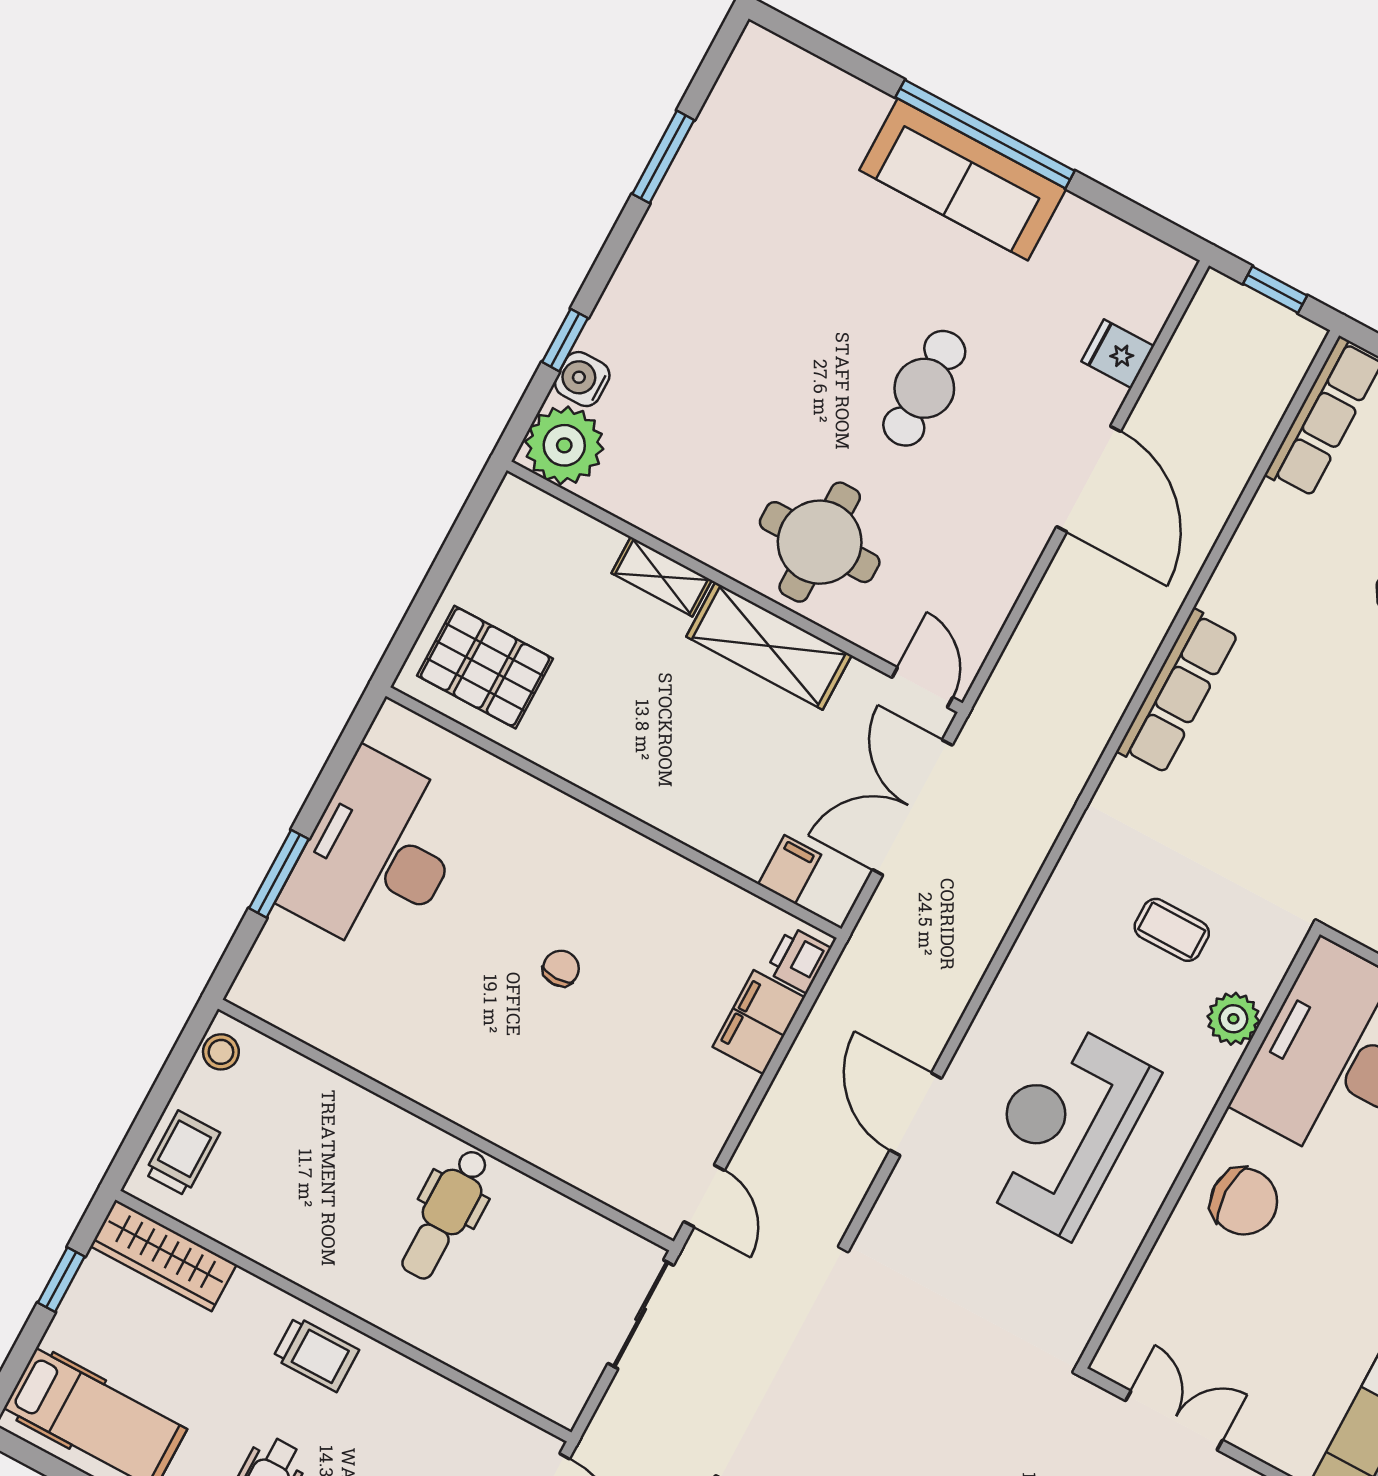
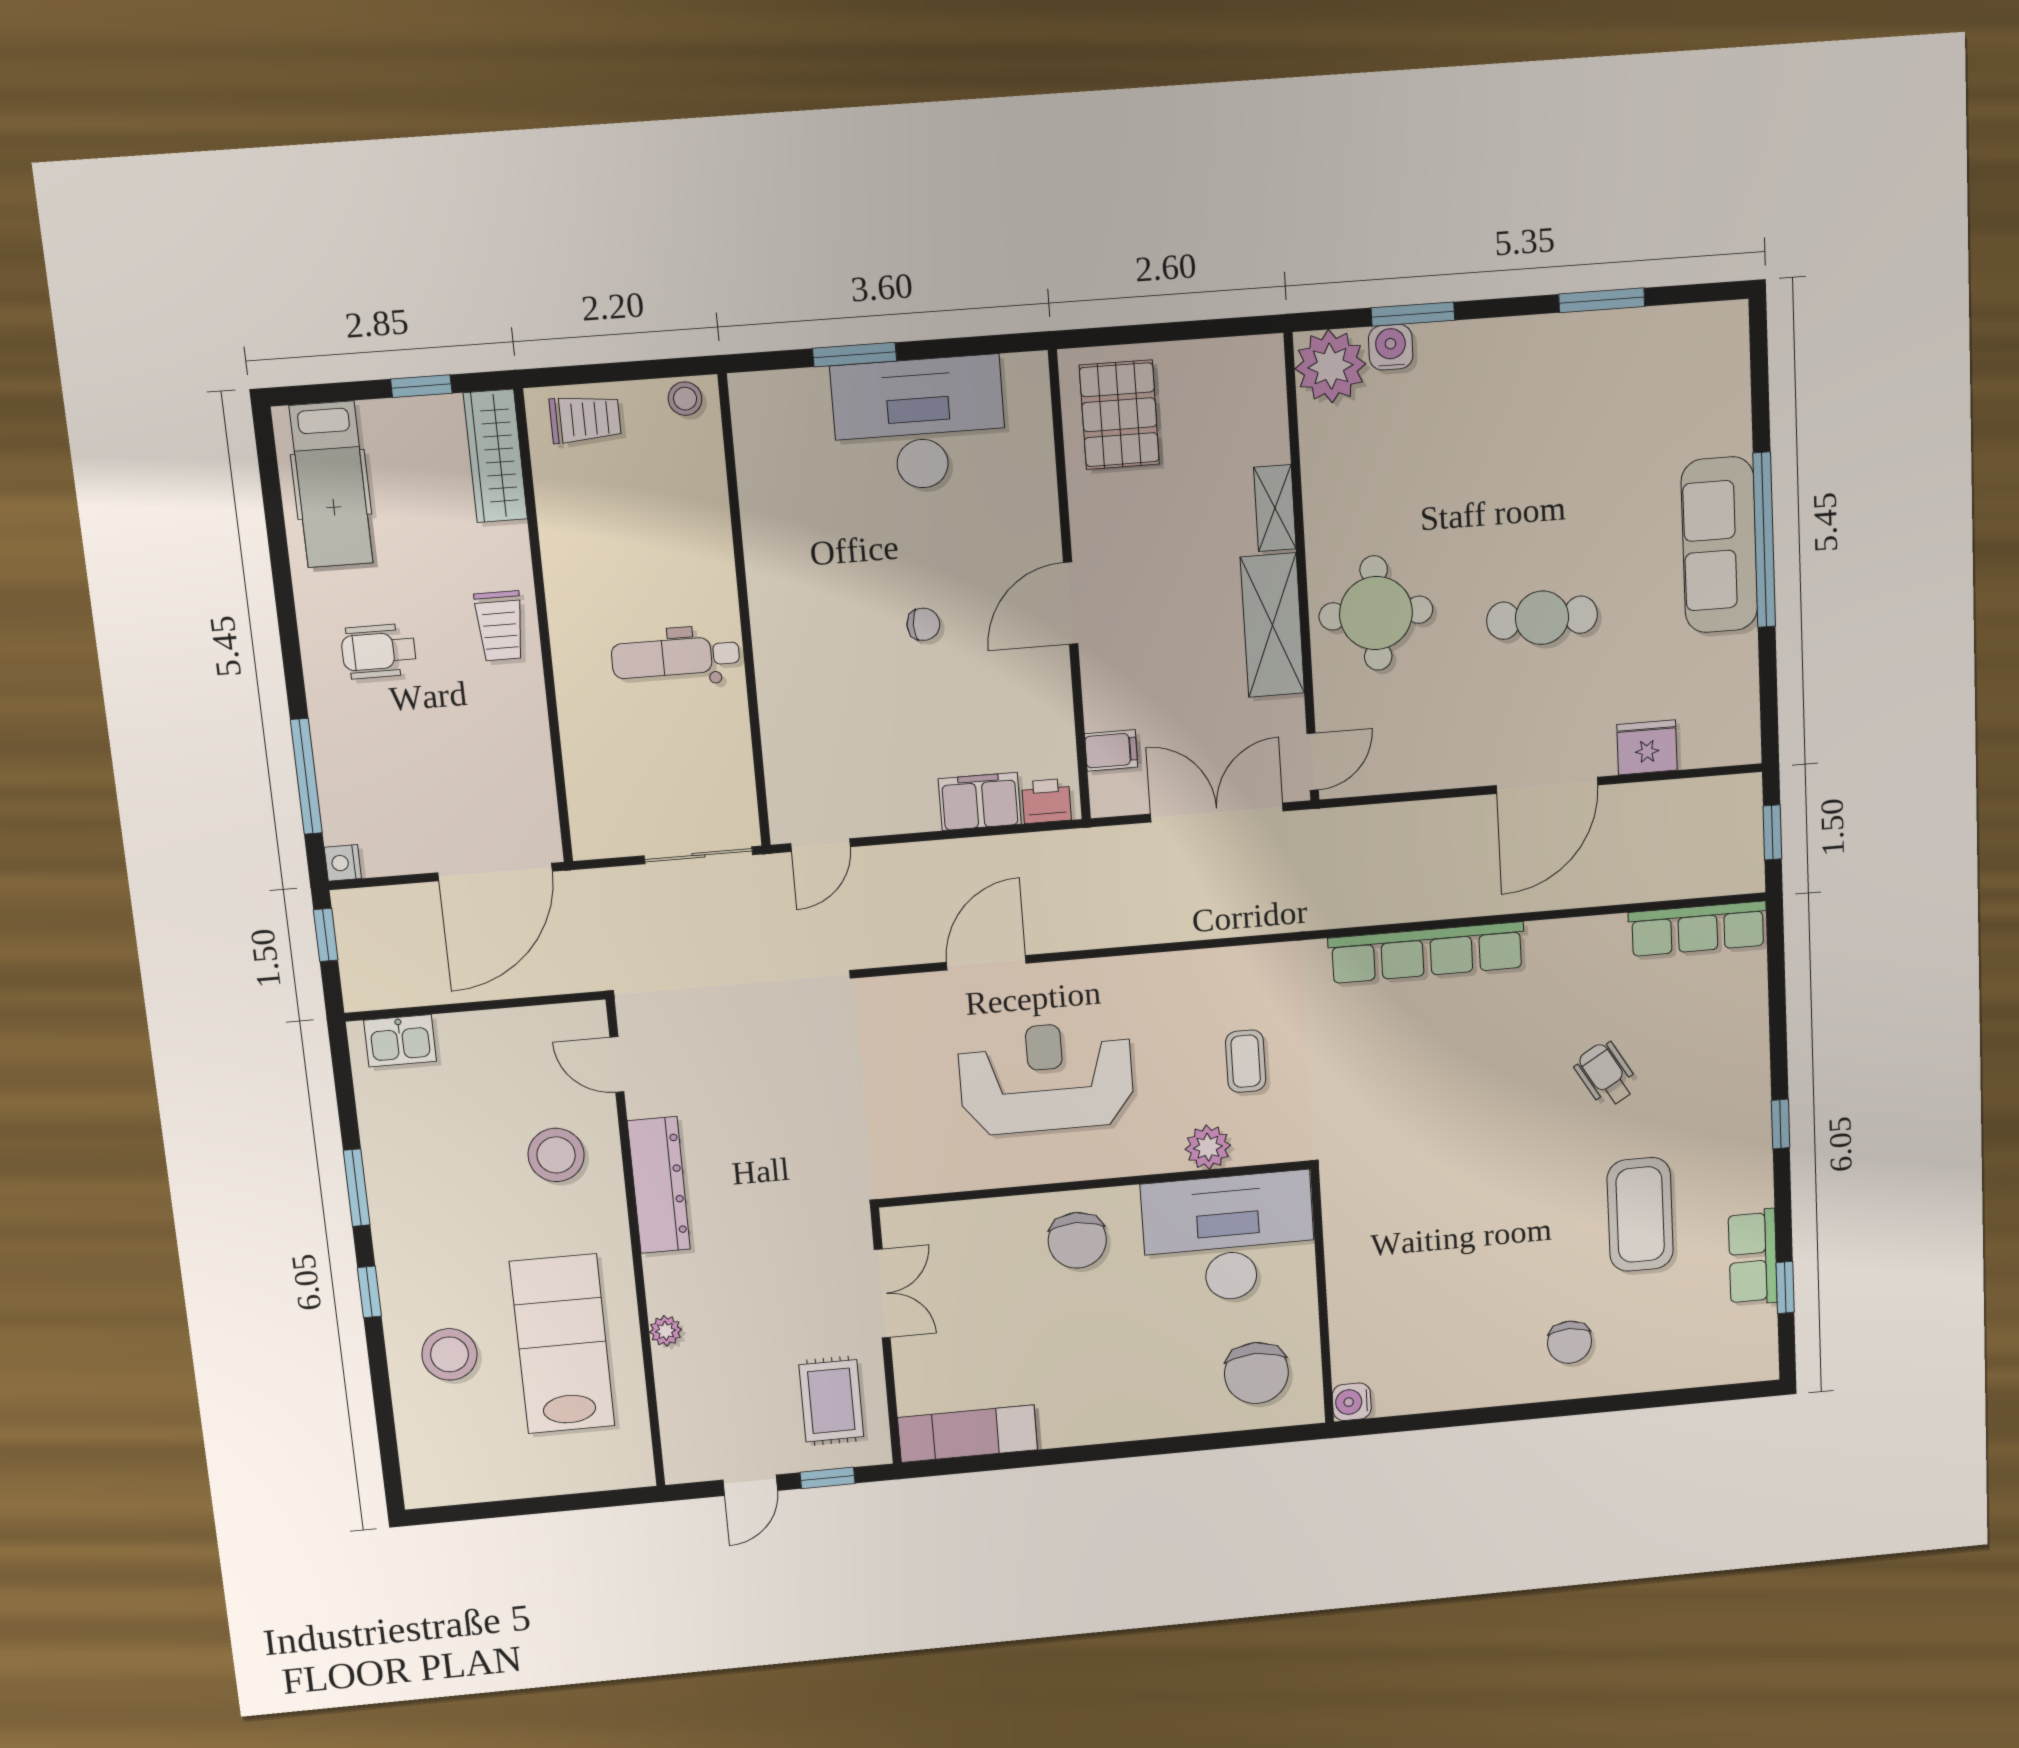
window: (565, 340) -> (1413, 314), width x1.50
fridge: (1118, 354) -> (1647, 747), width x1.38
row of seats: (1178, 692) -> (1427, 953), width x1.36
door: (629, 821) -> (1071, 603), added

